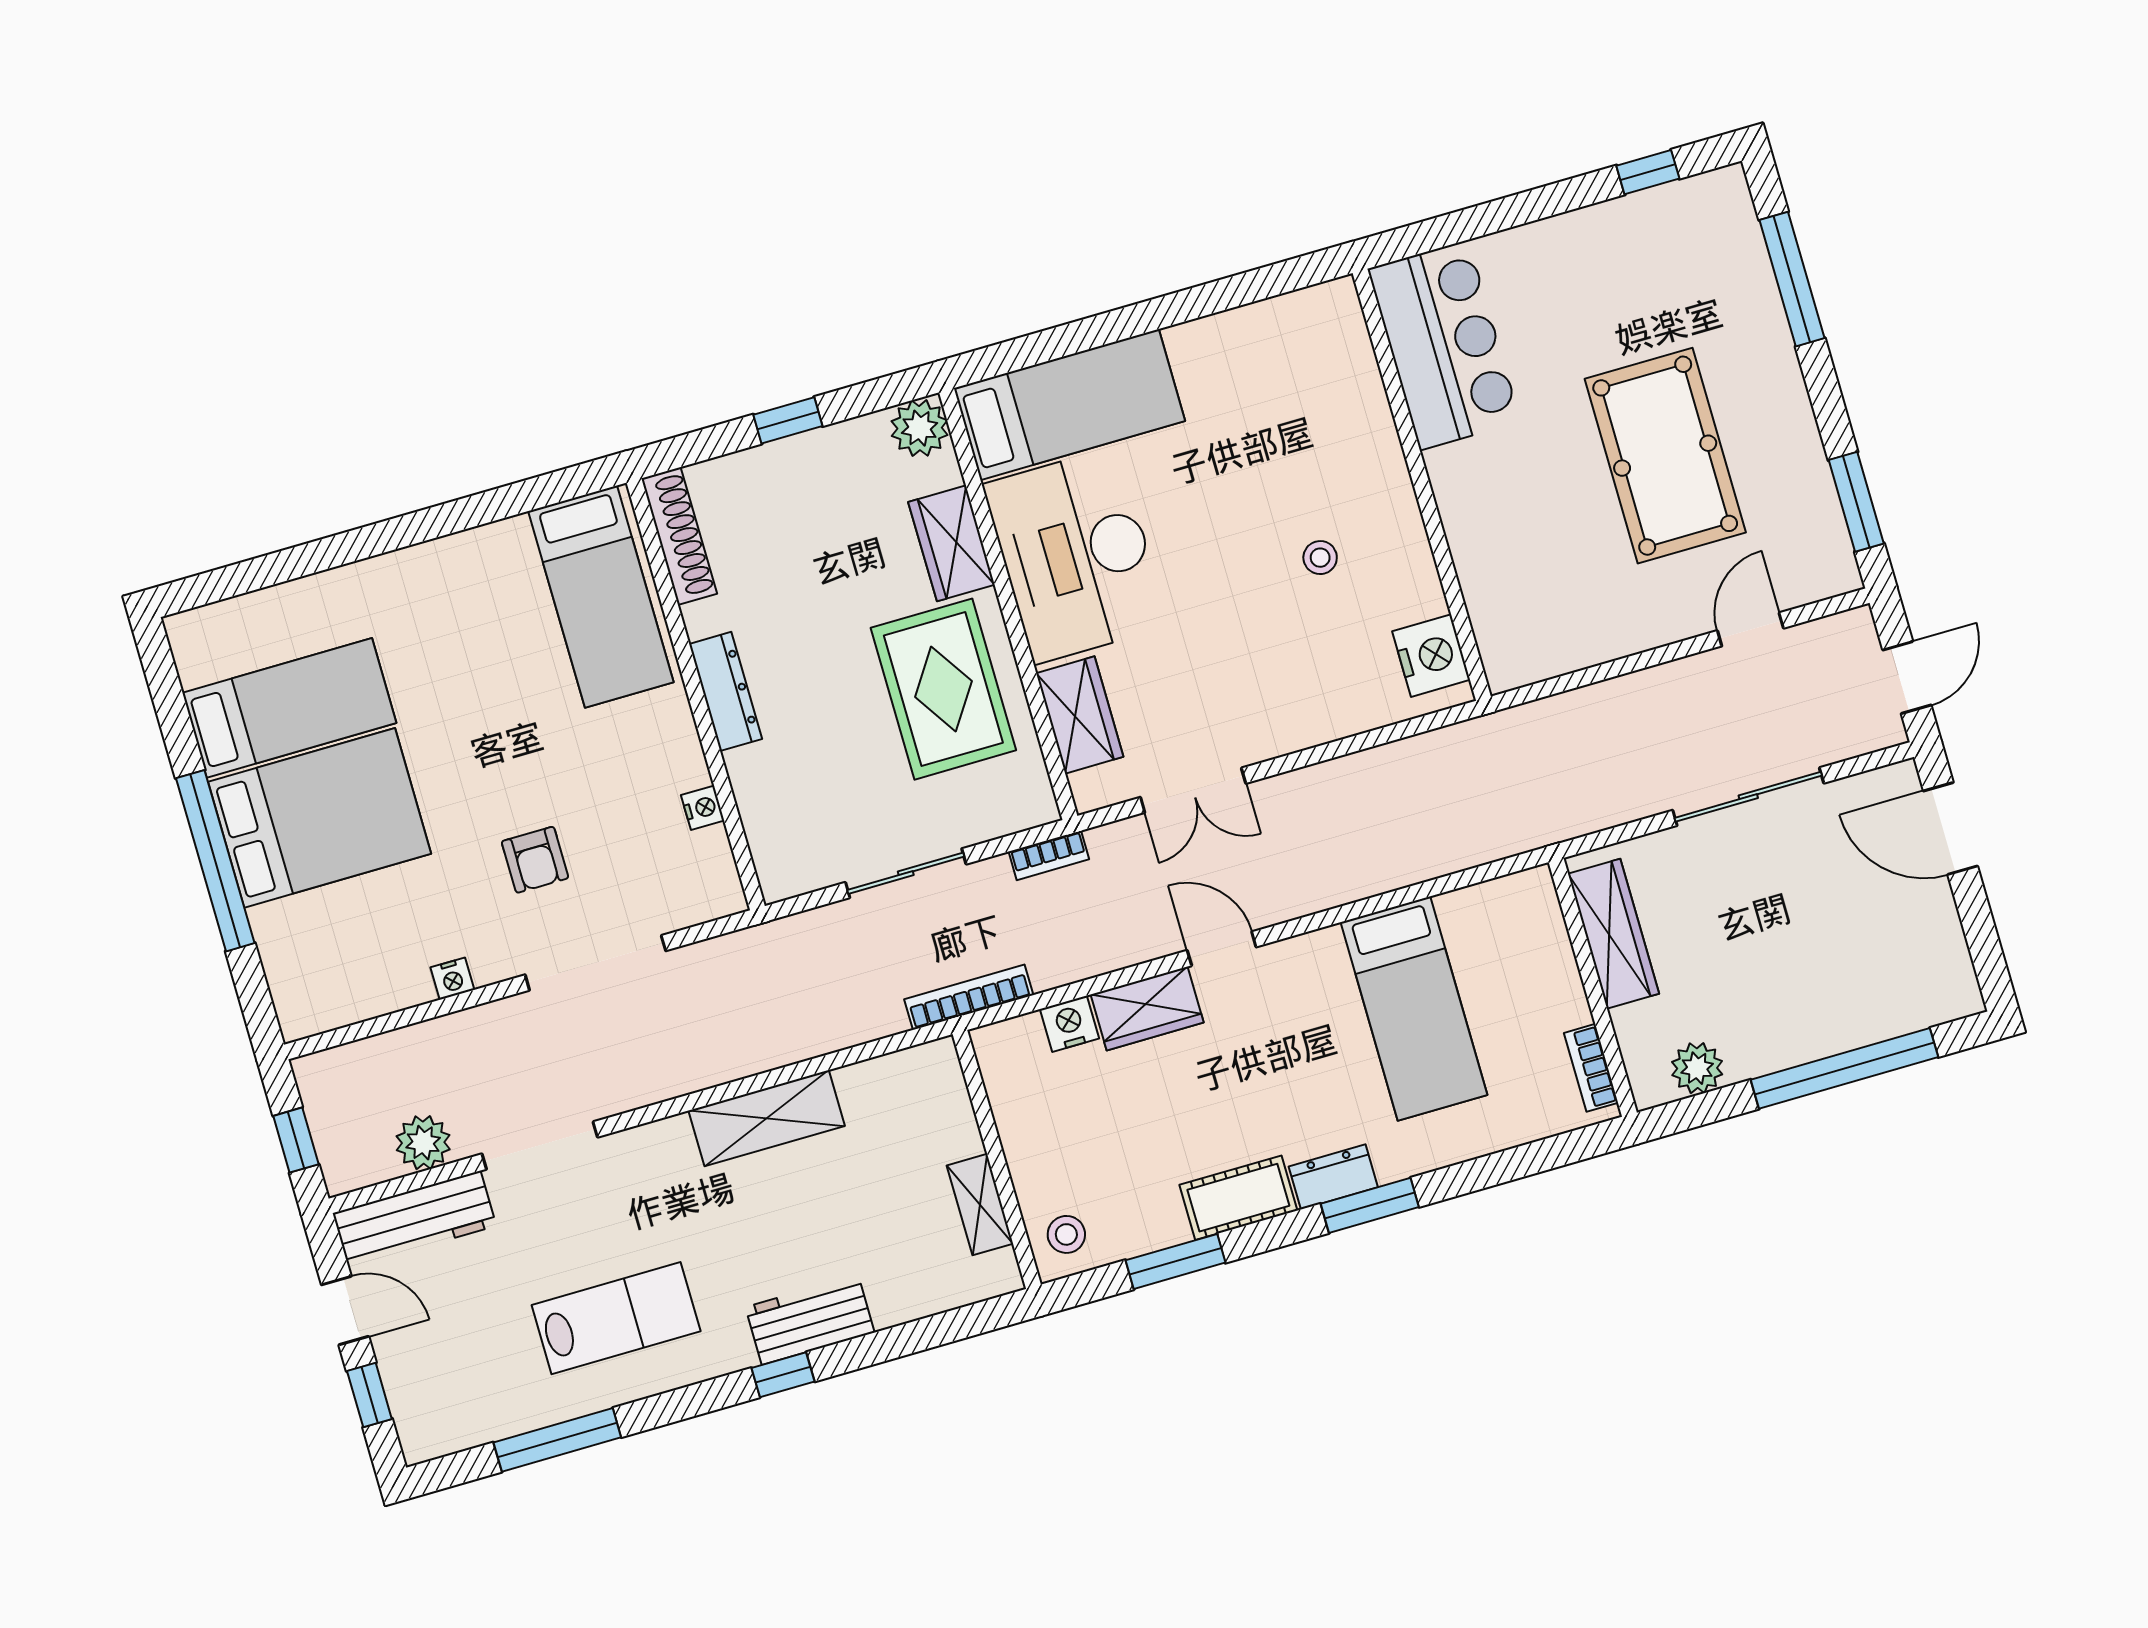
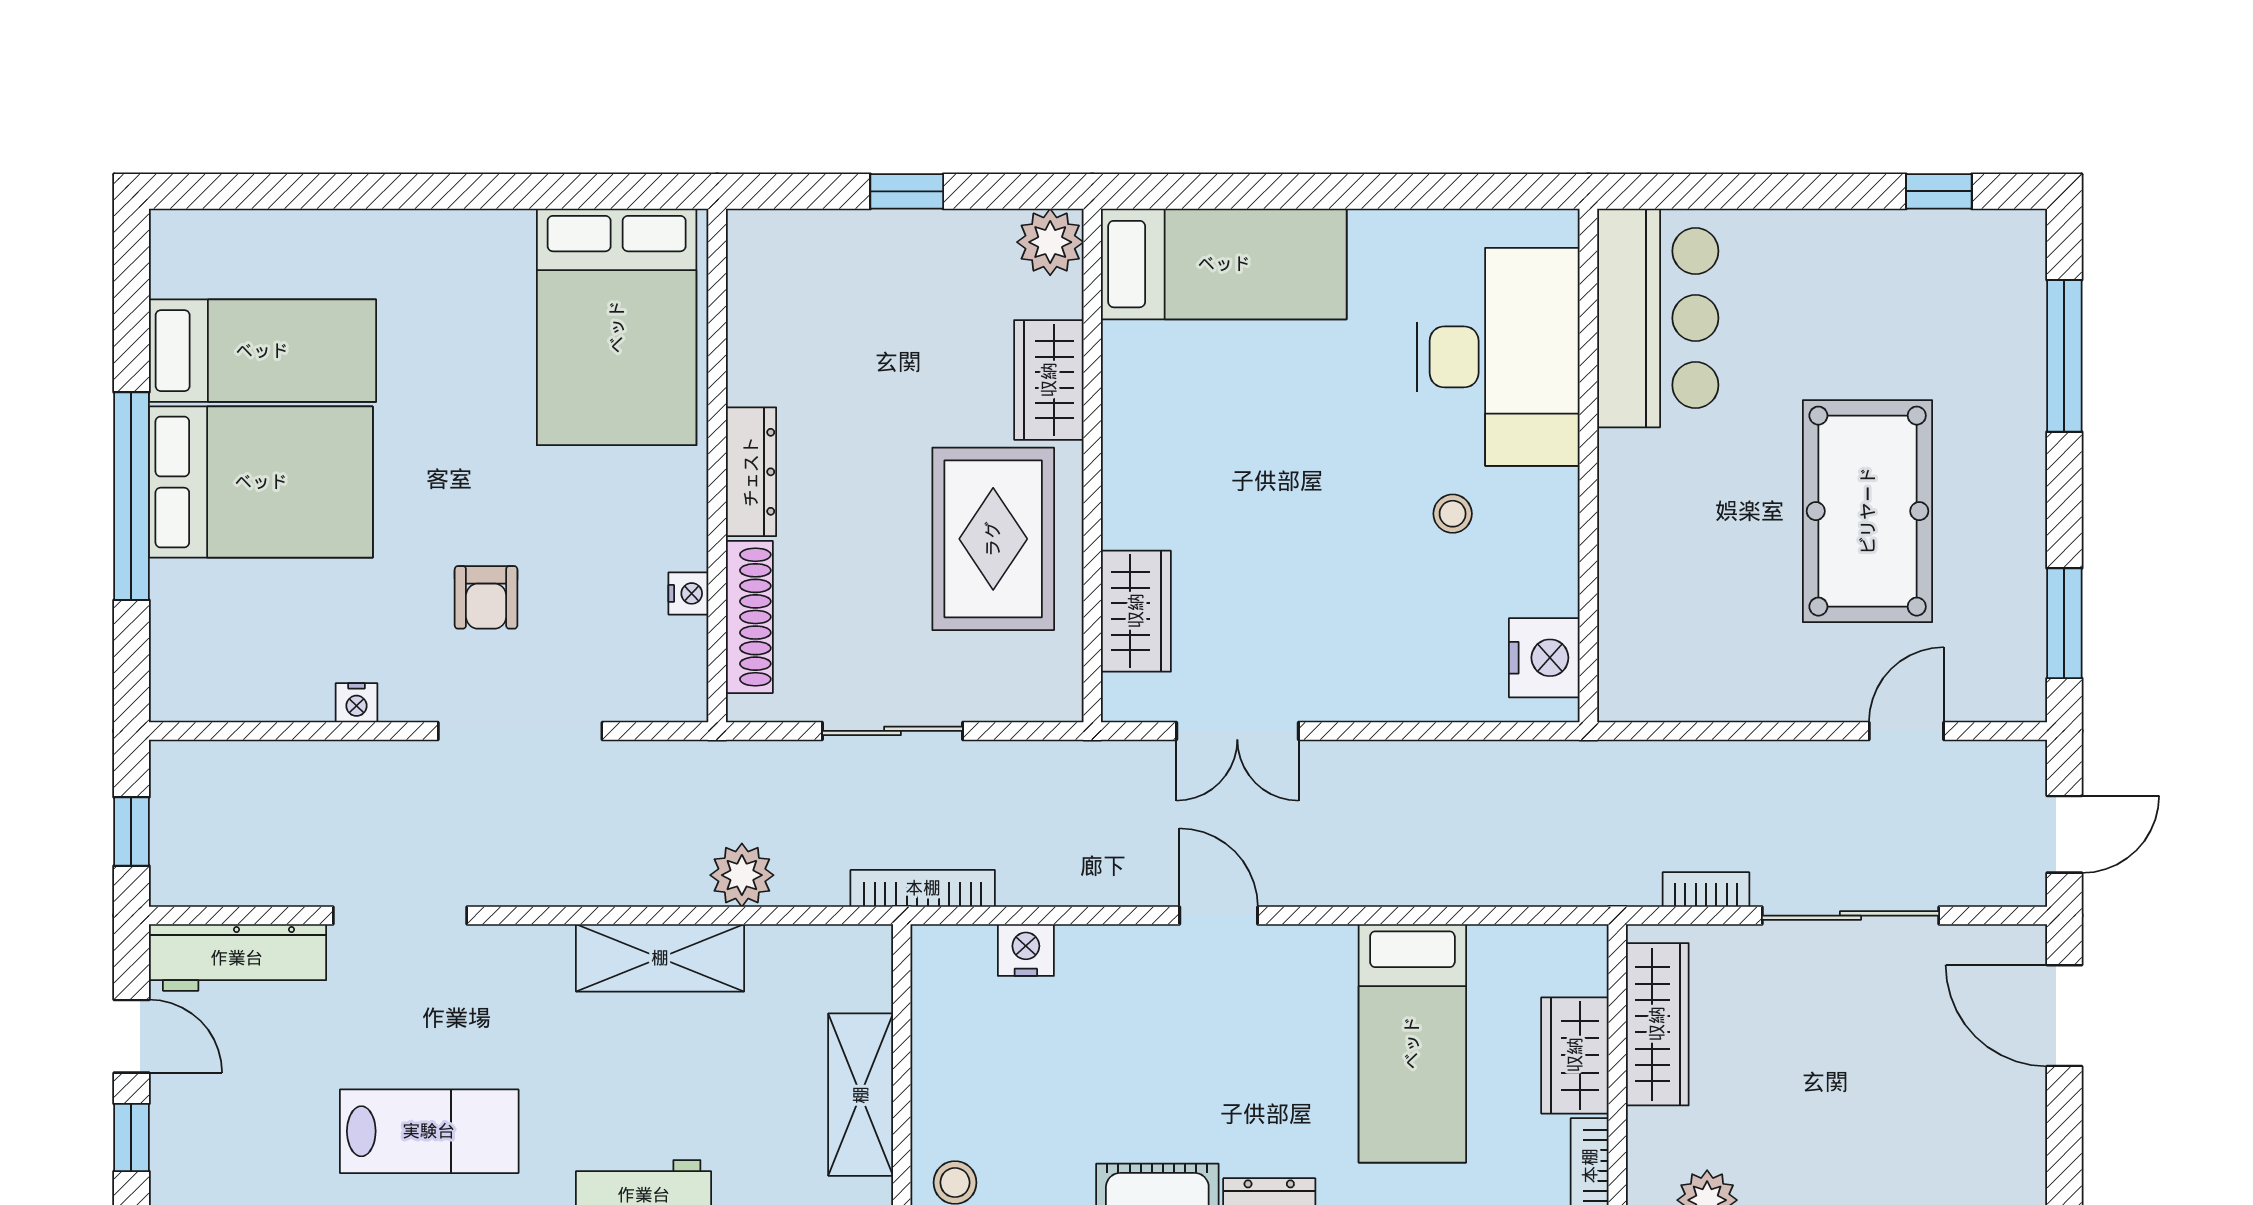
shoe rack: (679, 536) -> (749, 617), moved
desk: (1076, 555) -> (1498, 357), moved, turned 180
bed: (601, 597) -> (617, 327), width x1.50
bookcase: (1049, 855) -> (1706, 890), moved, turned 180
wardrobe: (1147, 1008) -> (1575, 1055), moved, turned 90
plant: (423, 1143) -> (742, 875), moved
shelving: (980, 1205) -> (861, 1095), width x1.50, depth x1.33

